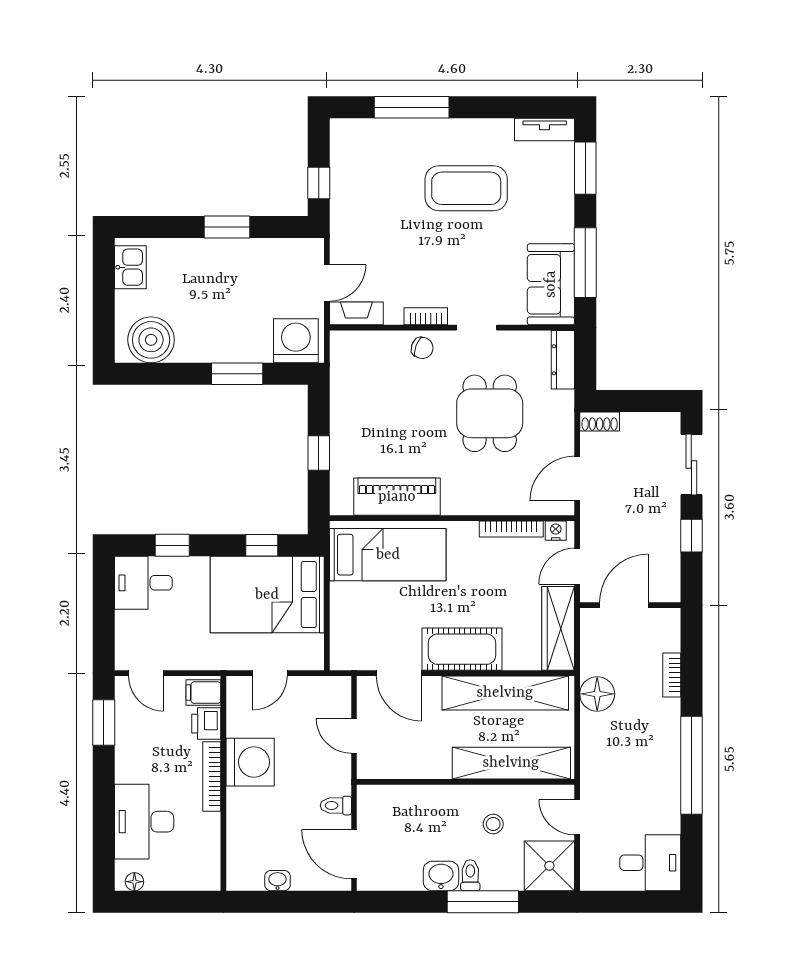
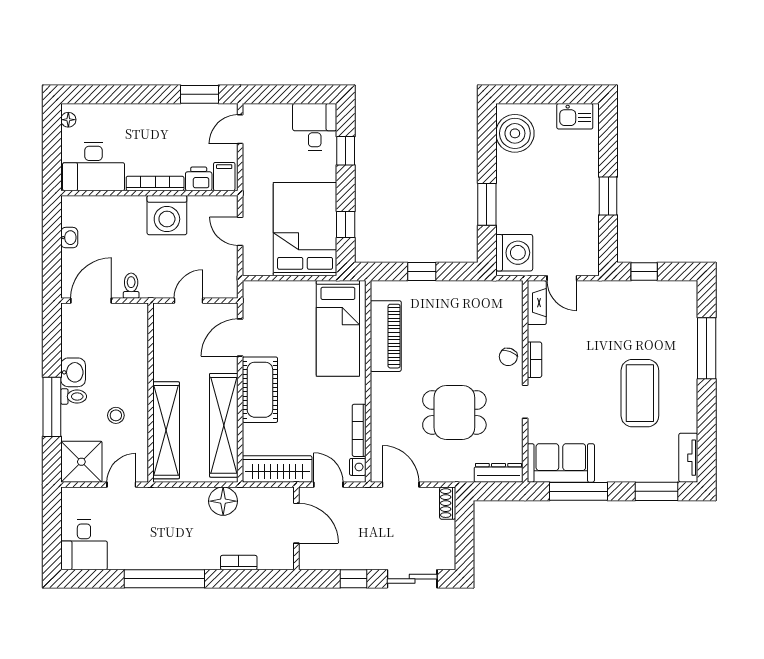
desk: (144, 822) -> (94, 166), moved, turned 180

